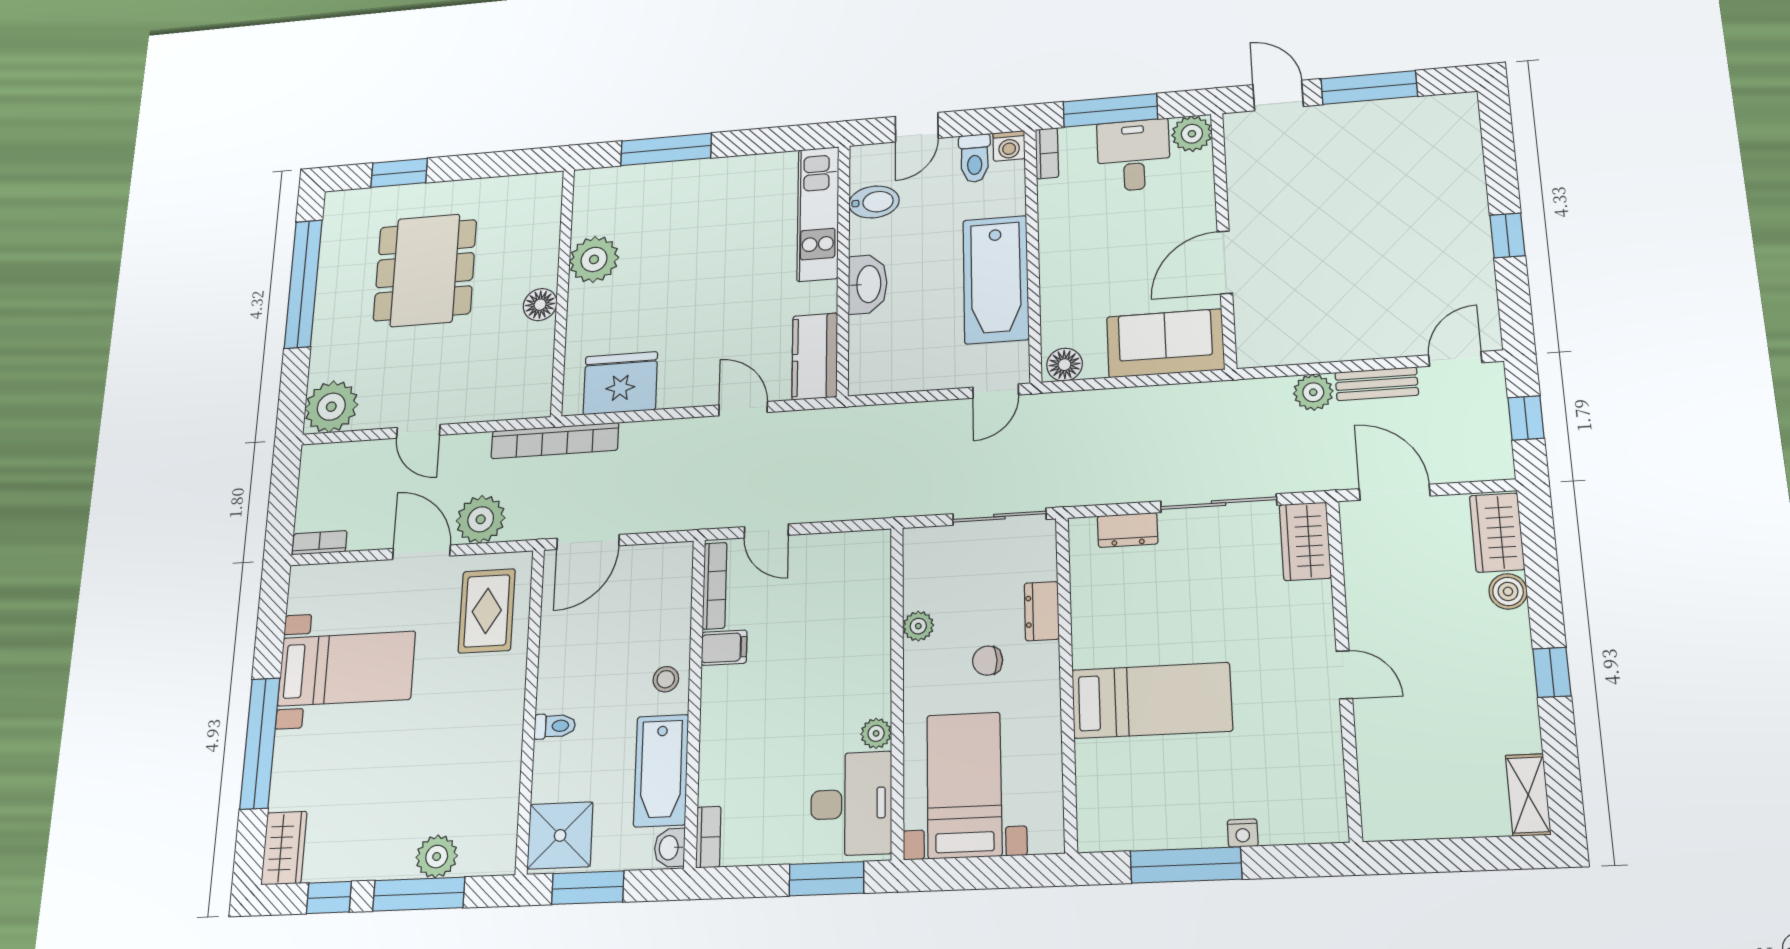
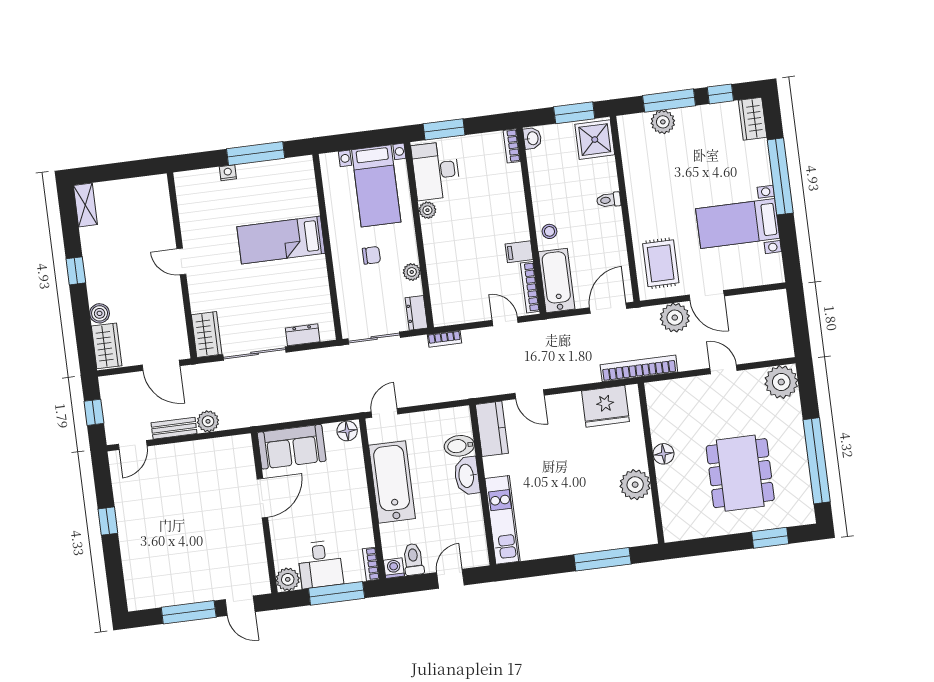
bidet: (874, 202) -> (459, 446), moved
bookcase: (319, 543) -> (444, 339), moved
dresser: (1042, 611) -> (416, 313), moved, turned 180
bathtub: (661, 771) -> (557, 280), moved

